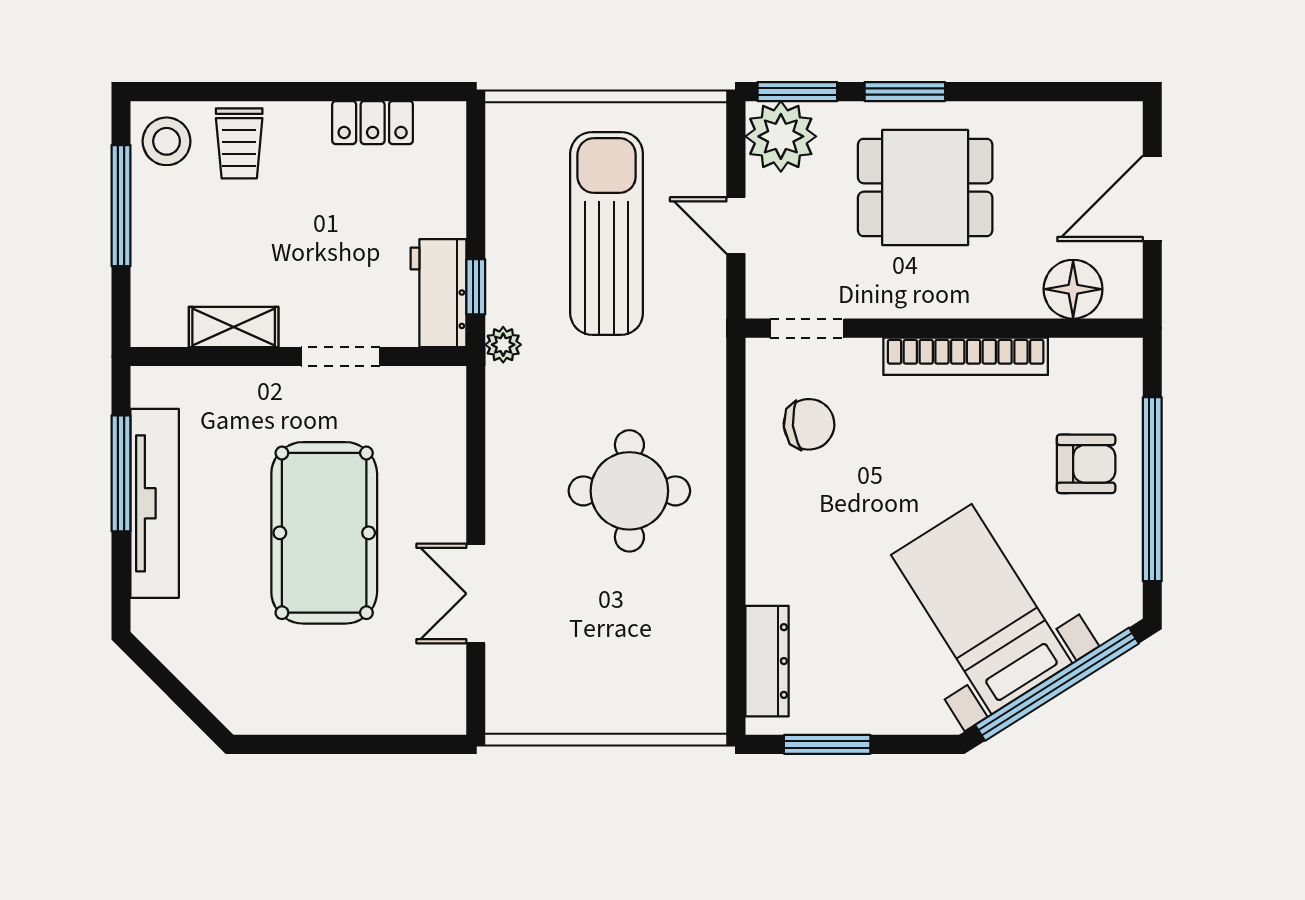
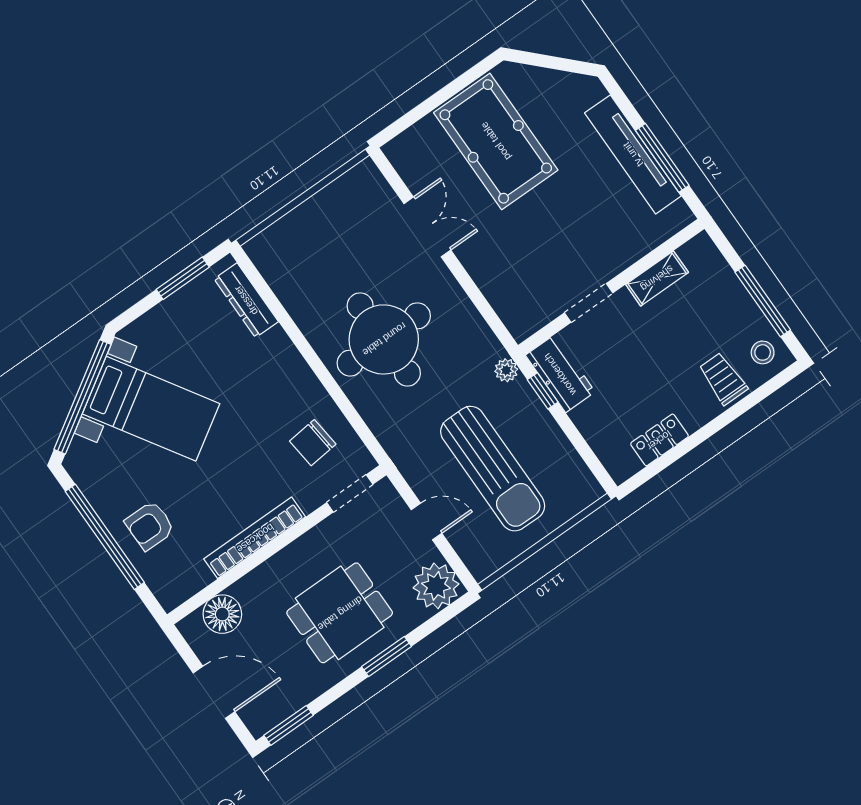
window: (797, 92) -> (289, 725), moved
stool: (167, 141) -> (763, 352), width x0.73, depth x0.73
door: (1152, 198) -> (214, 692), hinge flipped
round table: (629, 491) -> (384, 339), width x1.36, depth x1.36
pool table: (324, 533) -> (496, 141), moved

